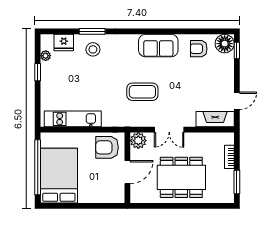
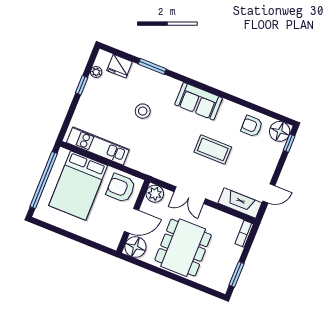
sofa: (158, 46) -> (199, 101), moved
stool: (93, 49) -> (143, 111), moved
coffee table: (142, 92) -> (213, 149), moved
bookcase: (229, 157) -> (244, 234), moved
bed: (59, 176) -> (78, 185), moved, turned 180
dining table: (181, 177) -> (183, 248), turned 90
floor lamp: (140, 193) -> (135, 247), added

